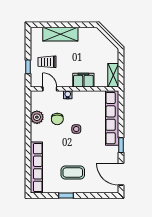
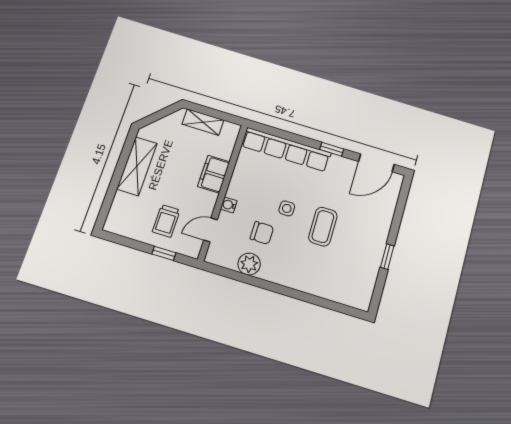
shelving: (60, 34) -> (137, 166), moved
shelving: (113, 75) -> (203, 122), moved
row of seats: (36, 168) -> (330, 290), removed
coffee table: (73, 172) -> (323, 227), moved

